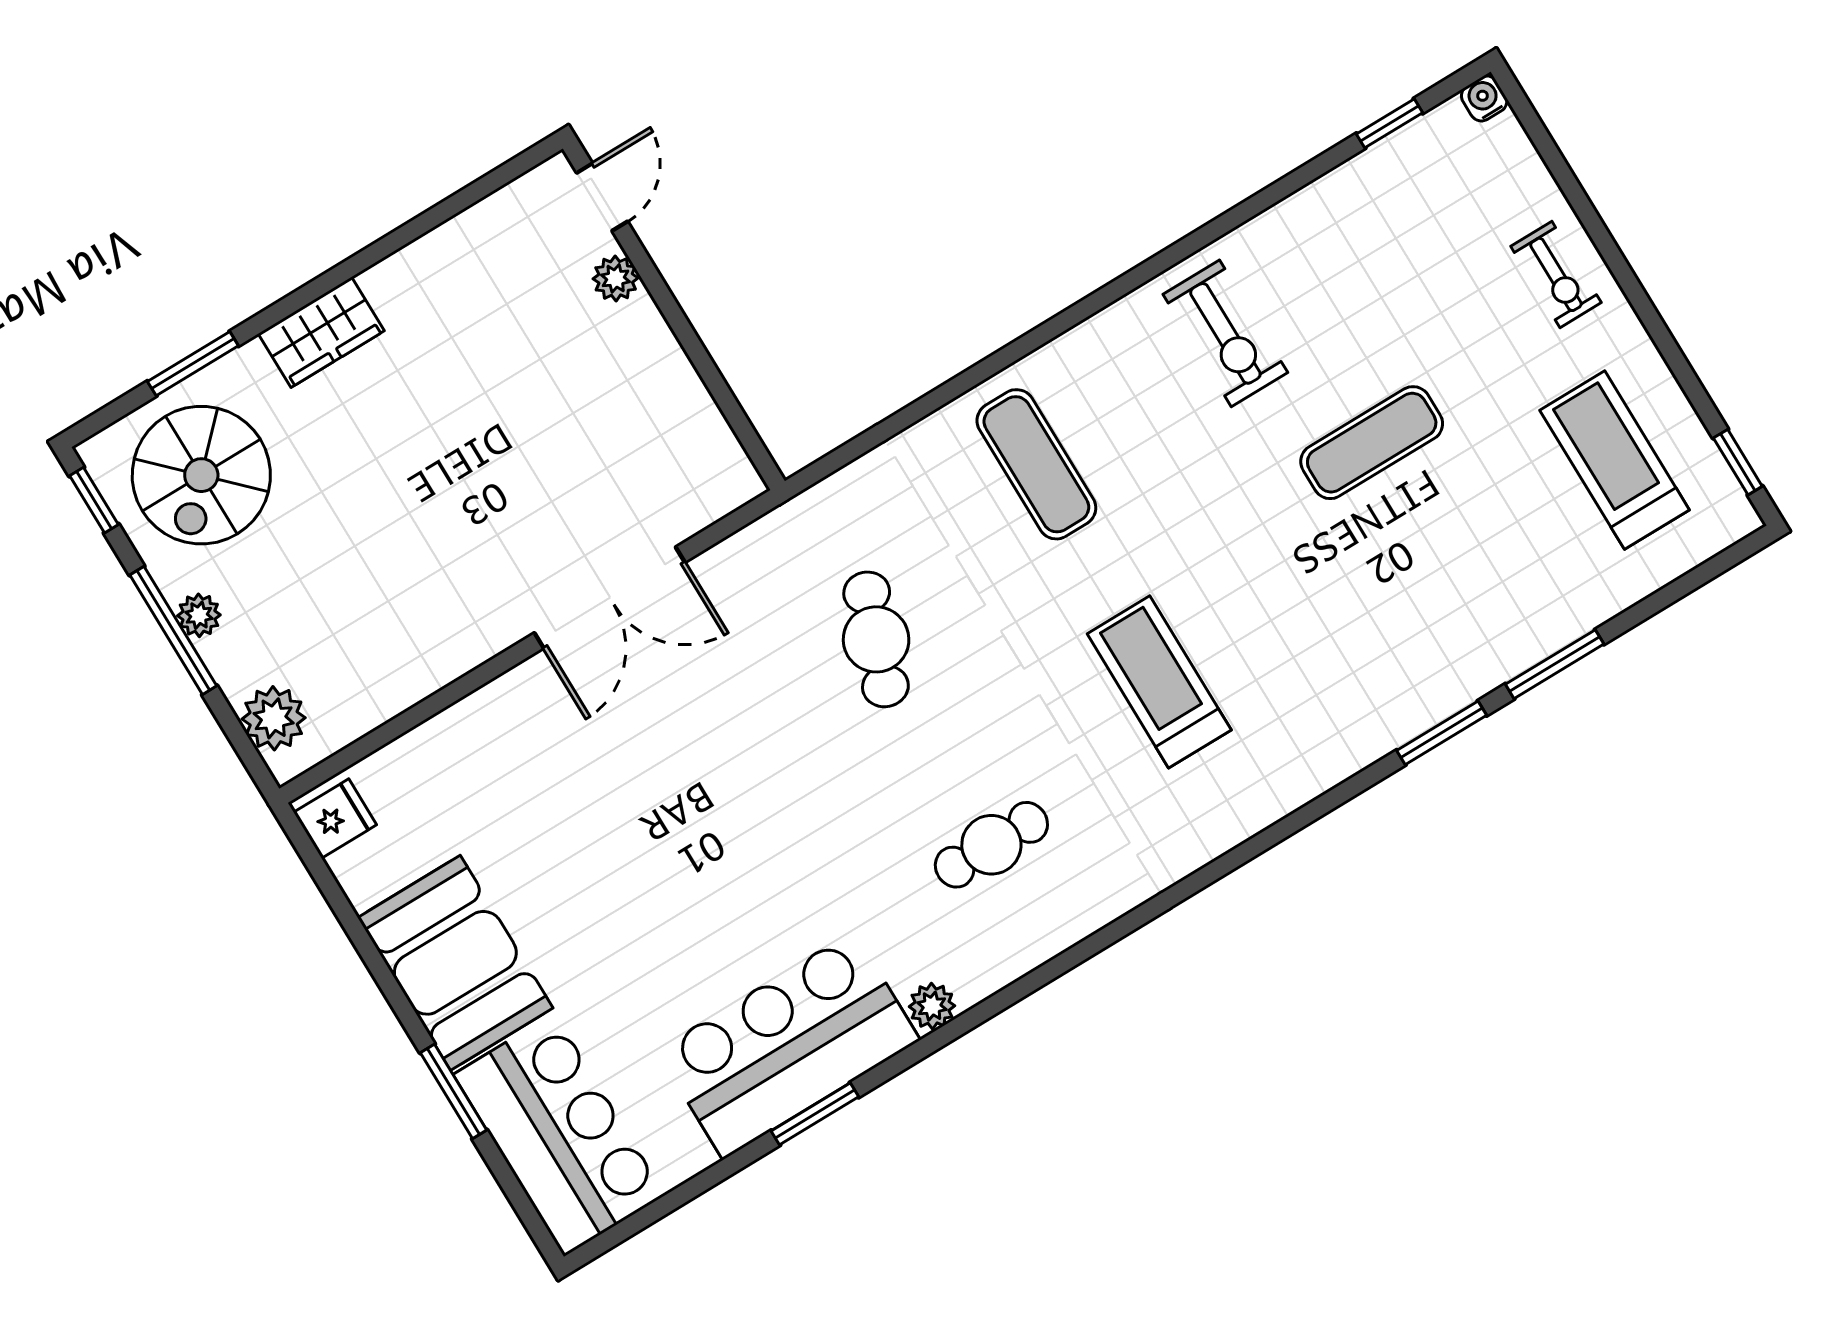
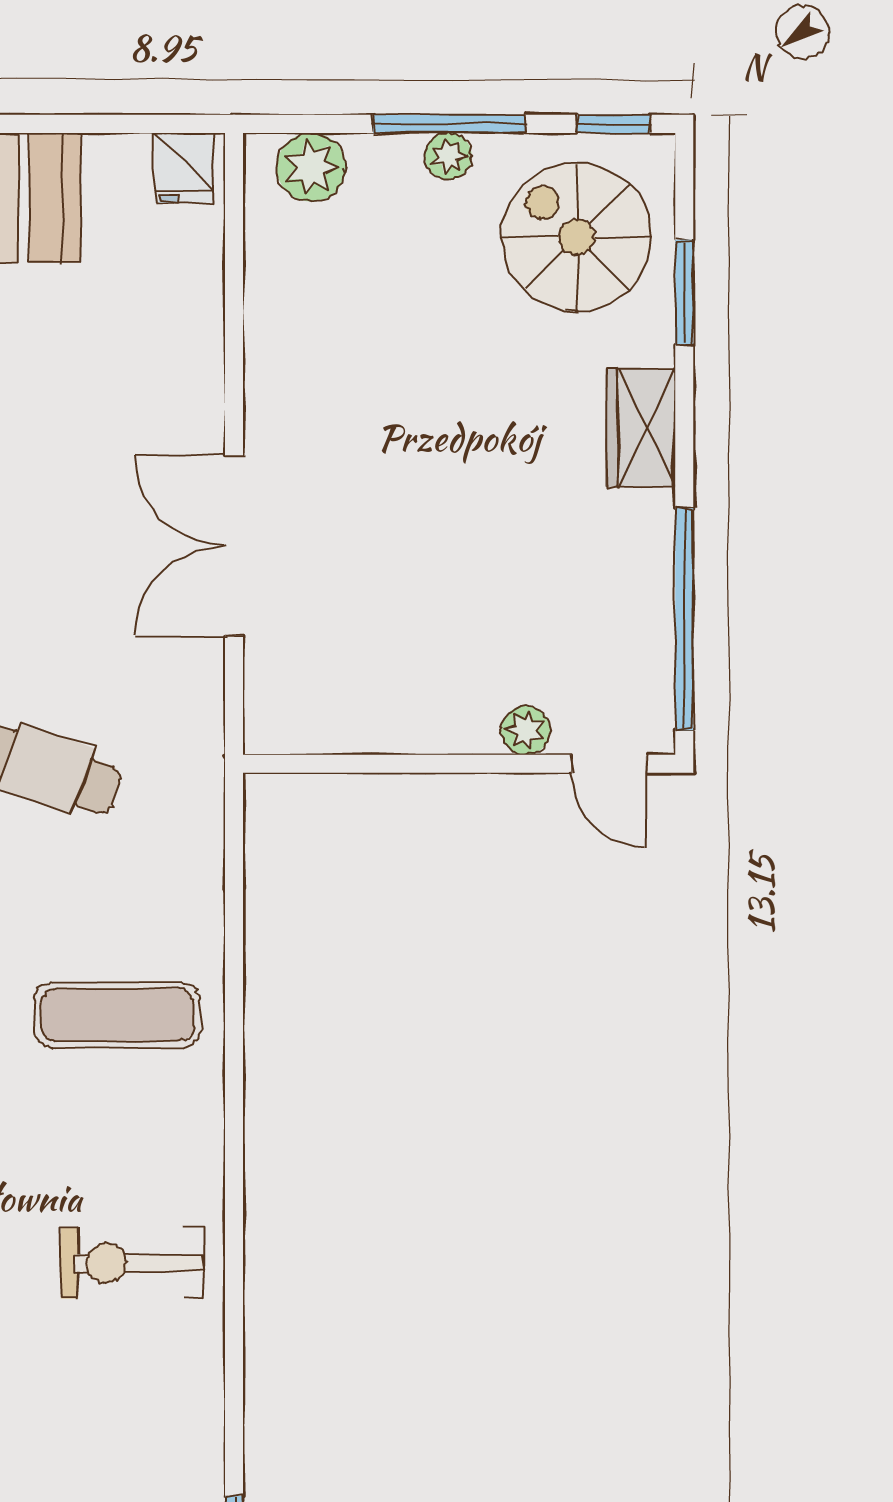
window: (452, 206) -> (684, 619), added

